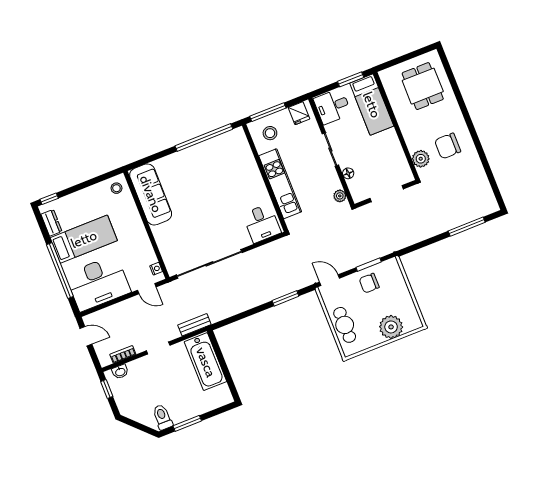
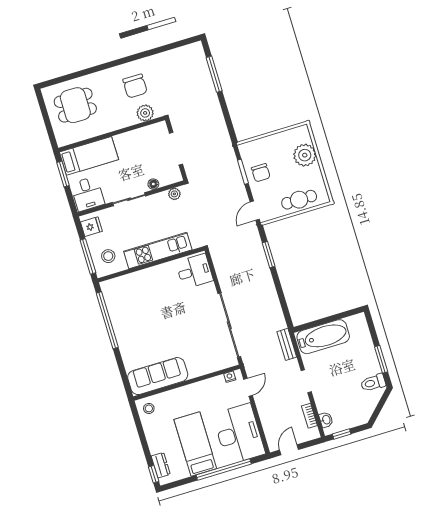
dresser: (51, 223) -> (161, 465), moved, turned 90

